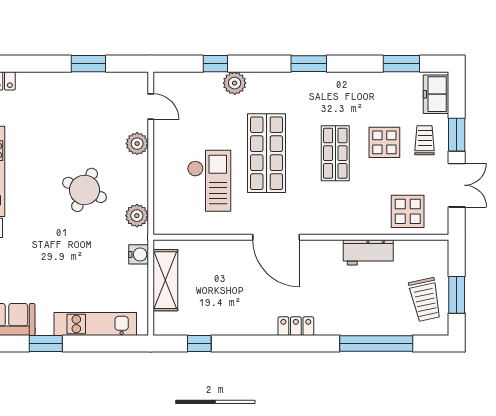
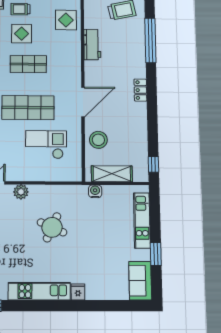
plant: (137, 216) -> (69, 192), removed
stool: (217, 260) -> (98, 140), added
window: (199, 344) -> (153, 164), moved

